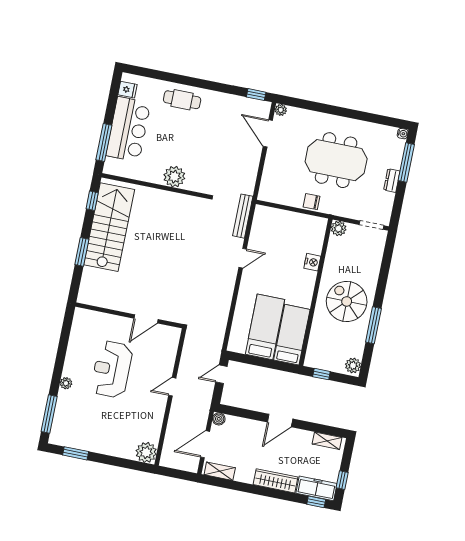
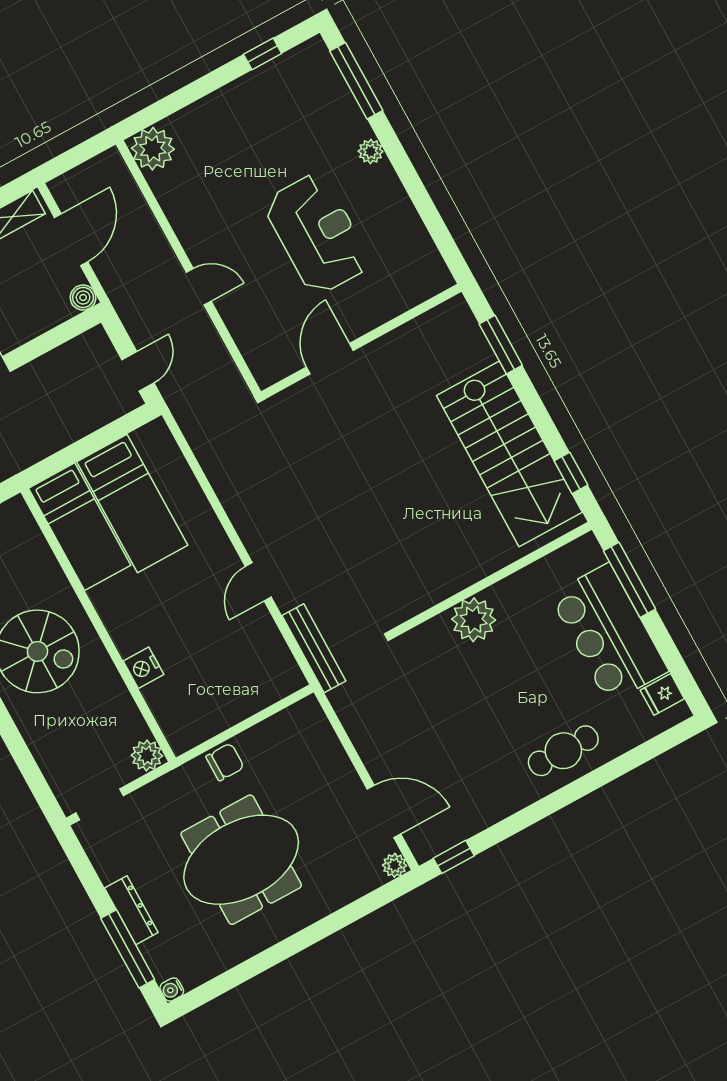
dresser: (392, 180) -> (131, 910), width x1.44
window: (82, 252) -> (501, 345), moved
door: (172, 387) -> (199, 287), hinge flipped
window: (76, 453) -> (263, 54), width x0.67

